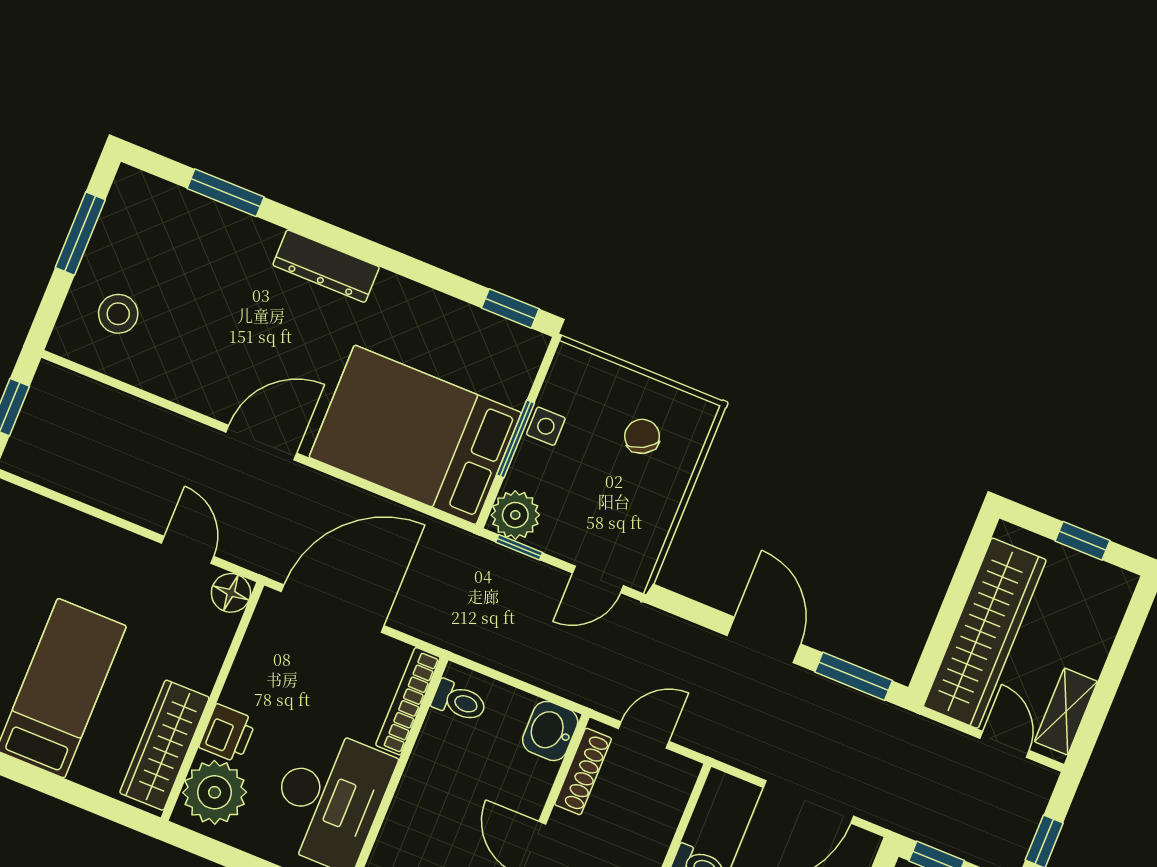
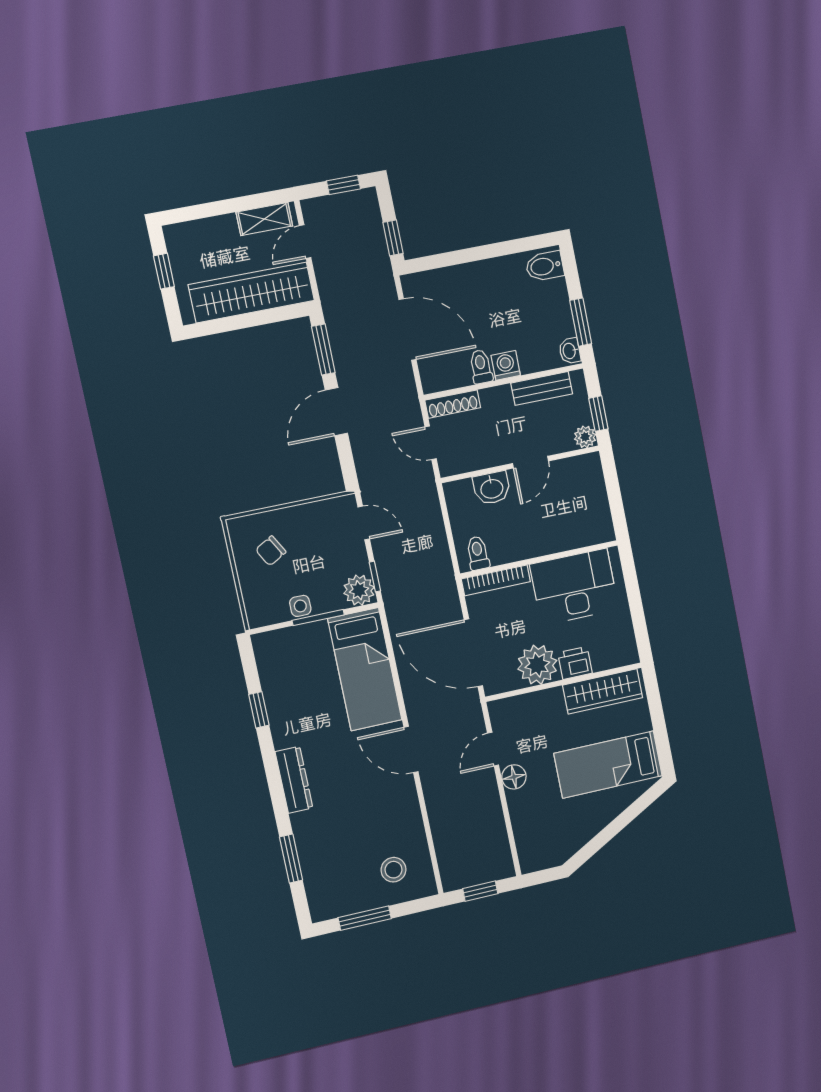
window: (510, 308) -> (259, 710), moved
bed: (415, 435) -> (365, 669), width x0.67
floor lamp: (231, 593) -> (514, 777), moved
washbasin: (550, 731) -> (492, 488), moved
shoe rack: (583, 771) -> (453, 404), moved, turned 180
plant: (215, 792) -> (537, 665), moved

